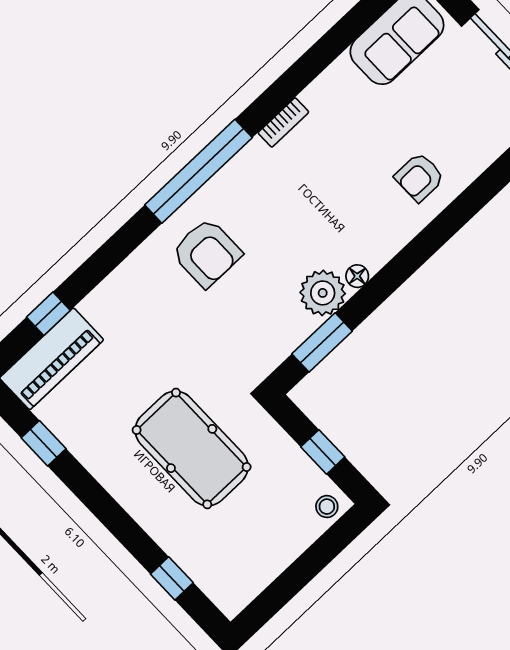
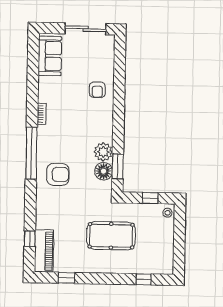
floor lamp: (357, 276) -> (104, 171), moved, width x1.89, depth x1.89

